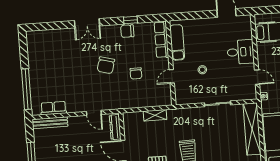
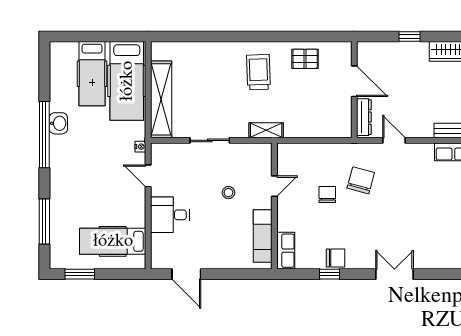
row of seats: (161, 40) -> (286, 251), width x0.68
chair: (106, 65) -> (361, 180), moved
shelving: (155, 115) -> (266, 130), moved

